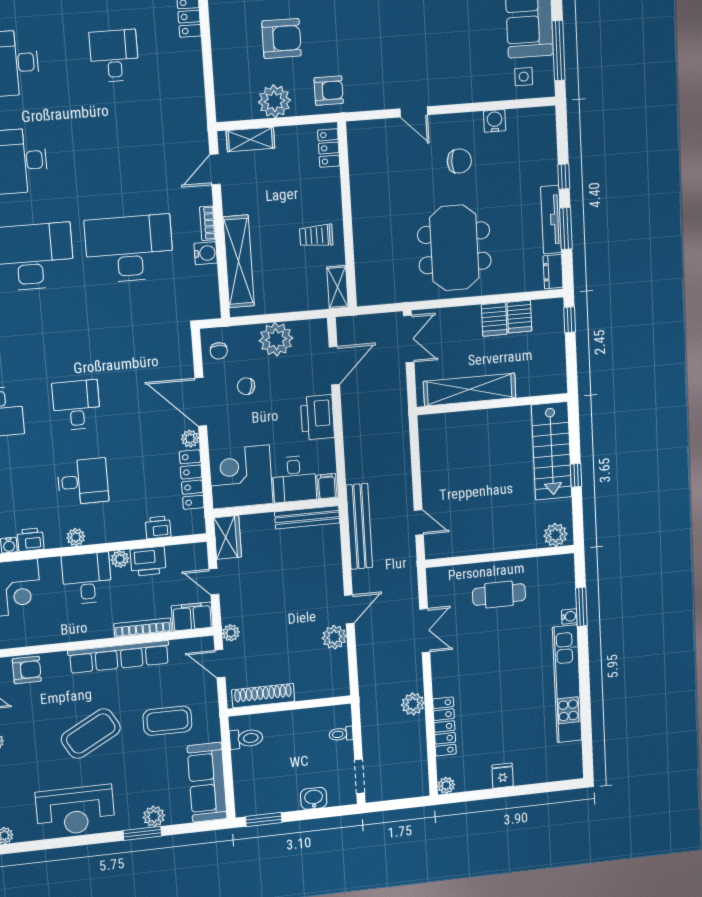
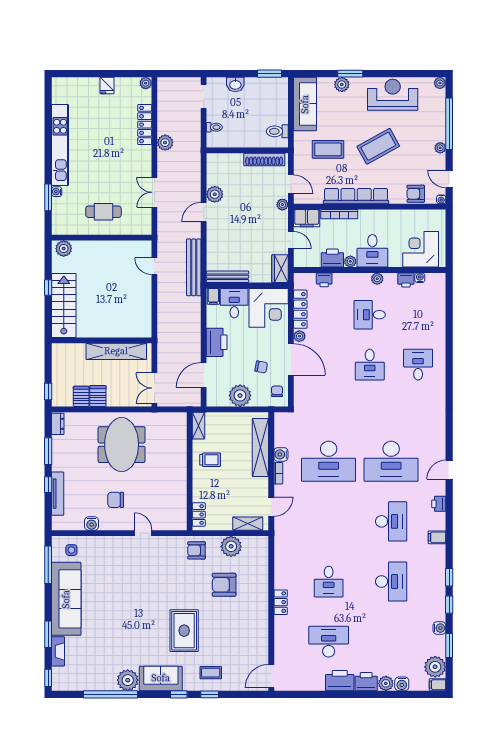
tv unit: (551, 220) -> (58, 494), moved

